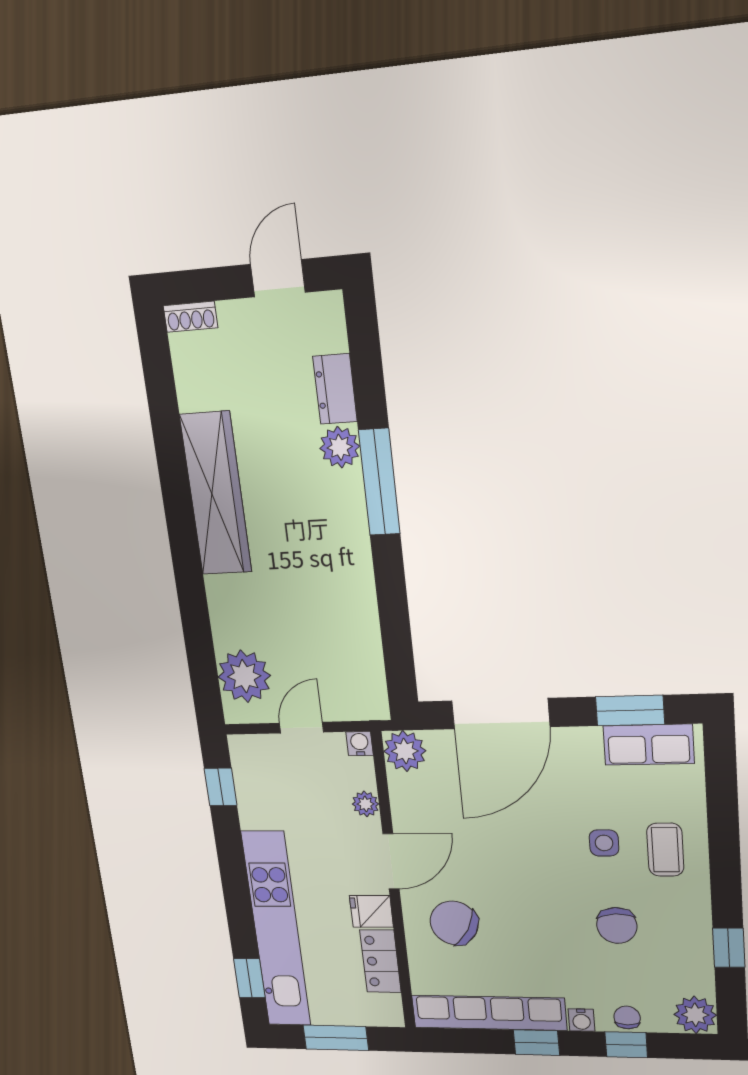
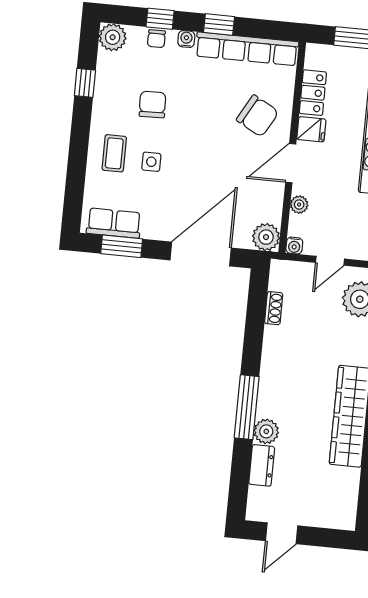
shoe rack: (191, 317) -> (274, 308), moved, turned 90

